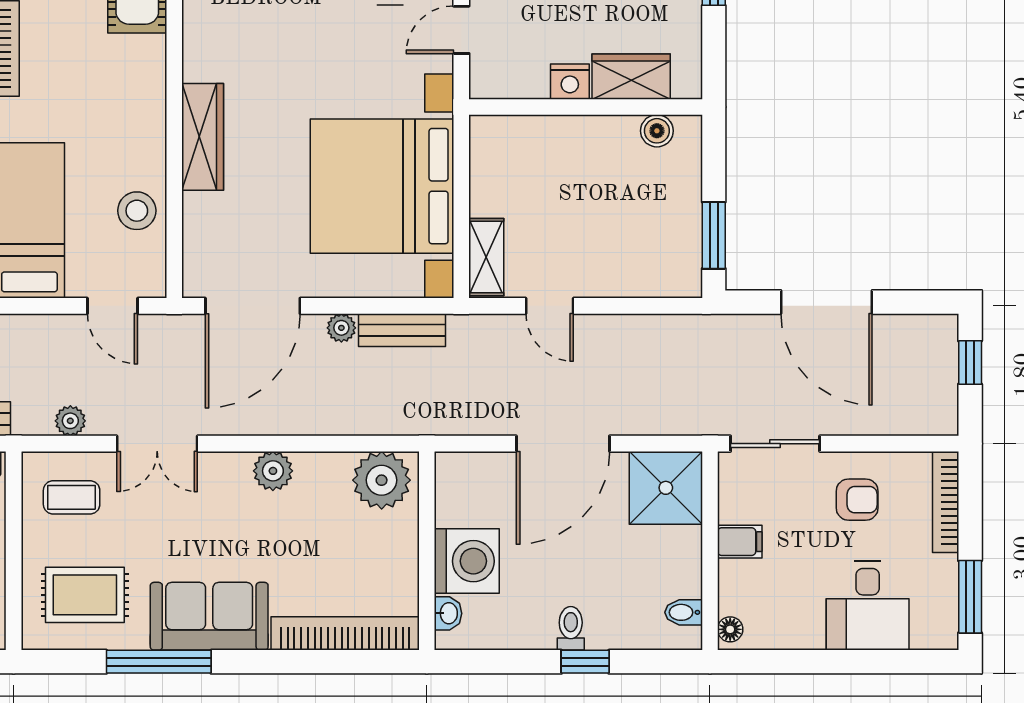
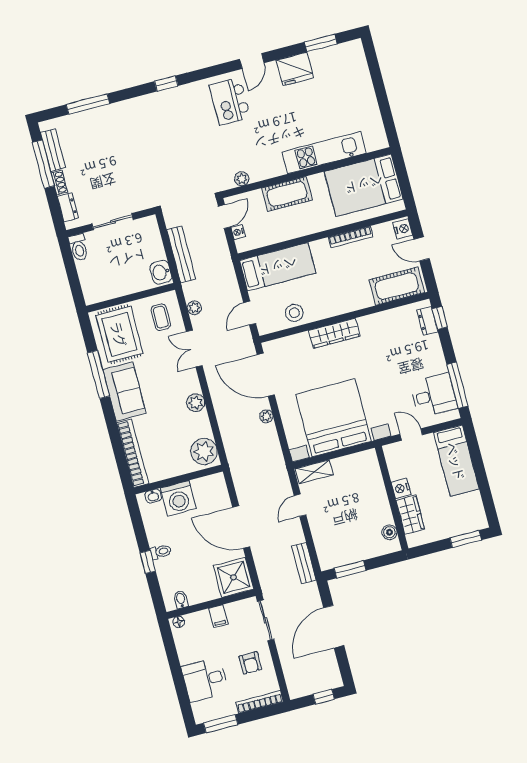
bench: (402, 330) -> (304, 563), moved
rug: (85, 595) -> (119, 334), width x1.36, depth x1.43

